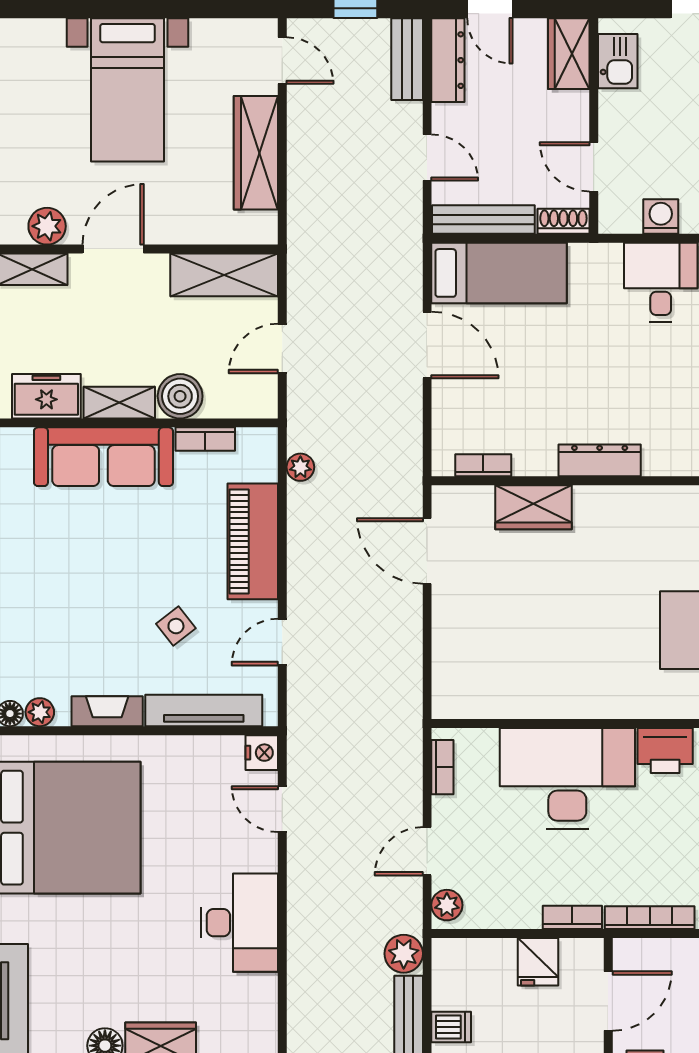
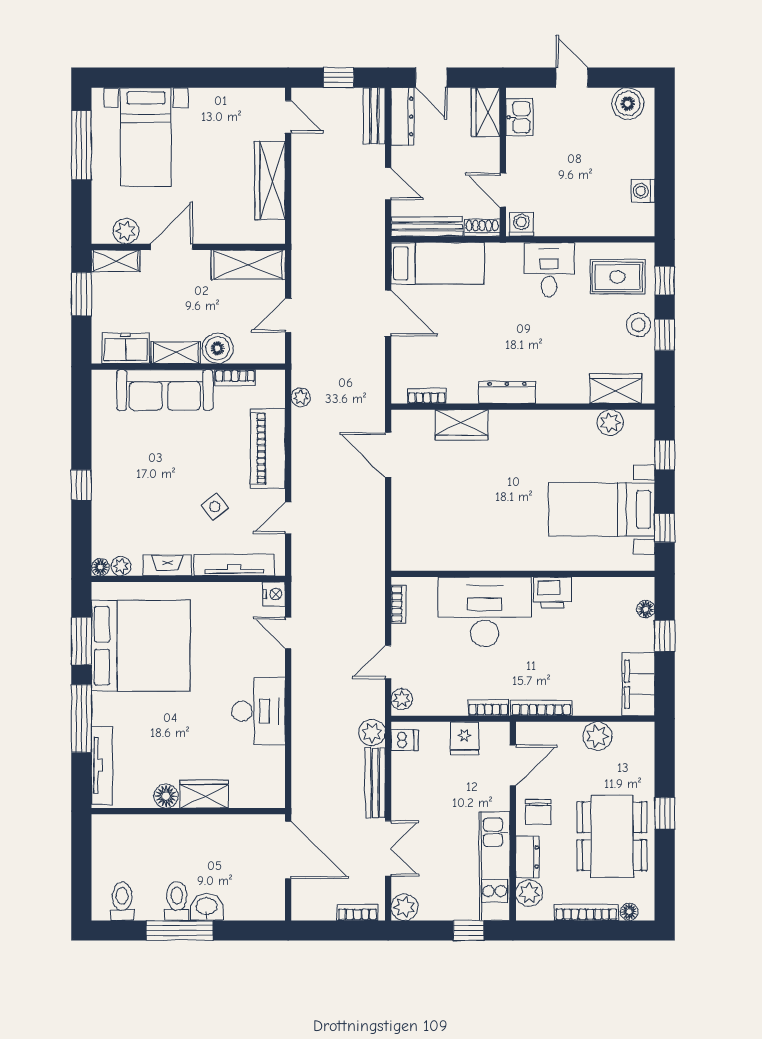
bed with nightstands: (127, 90) -> (146, 137), moved
washing machine: (661, 217) -> (521, 224), moved
dishwasher: (451, 1027) -> (405, 740), moved

